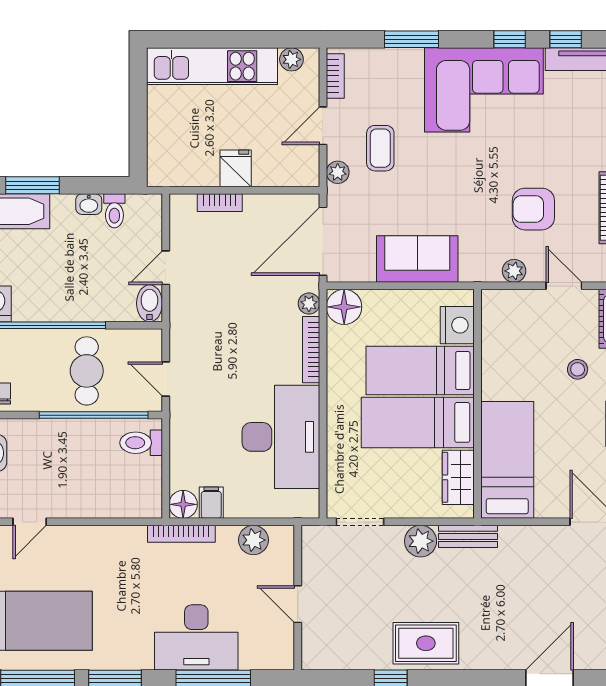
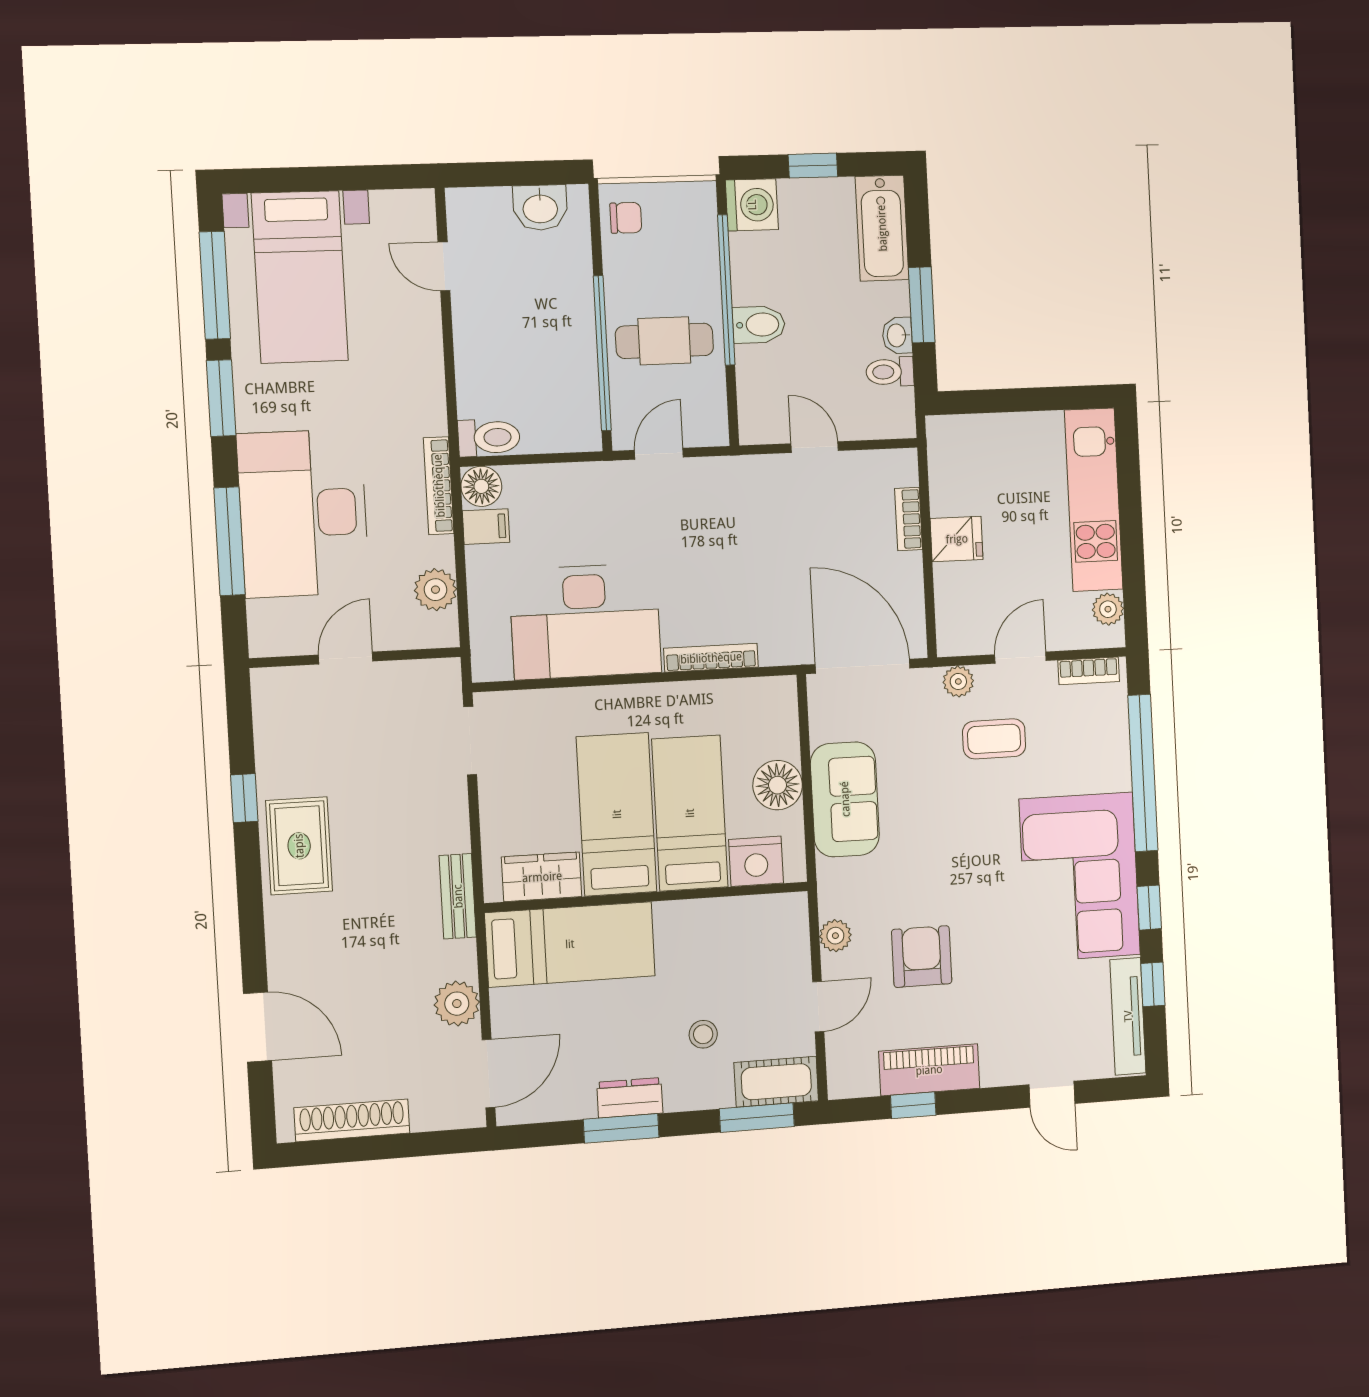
window: (412, 39) -> (1143, 773), width x2.11
door: (323, 126) -> (1021, 658), hinge flipped
window: (32, 185) -> (922, 305), moved
bidet: (149, 303) -> (759, 325), moved
plant: (309, 304) -> (775, 651), removed
floor lamp: (344, 307) -> (778, 785), moved
toilet: (141, 443) -> (489, 438), moved, turned 90
plant: (421, 541) -> (457, 1004), moved
desk: (196, 637) -> (303, 513), width x1.36, depth x1.30

